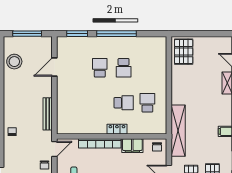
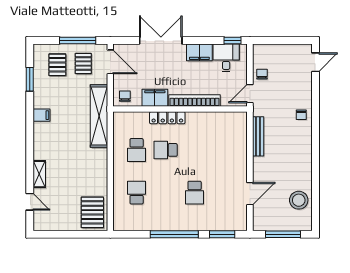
school desk: (124, 68) -> (137, 193), moved
locker: (117, 129) -> (167, 118), width x1.53

